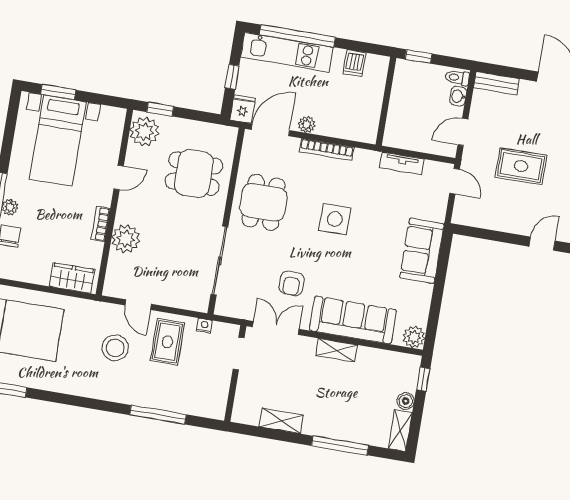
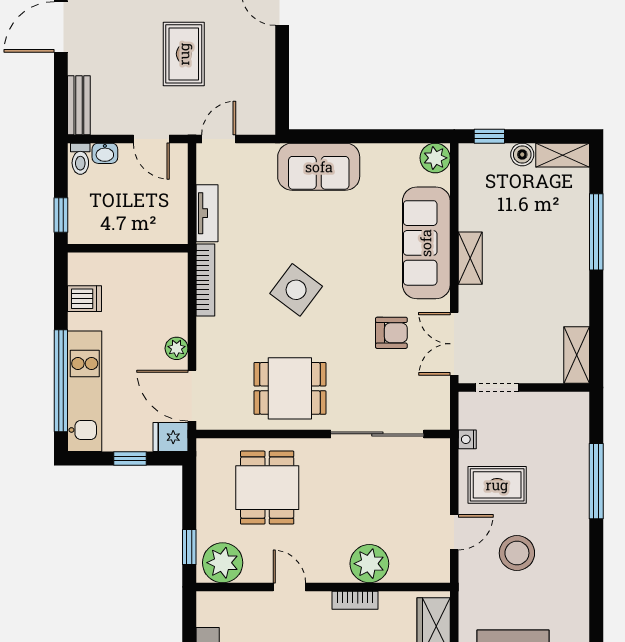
bookcase: (327, 149) -> (205, 280), moved
side table: (335, 219) -> (296, 290), turned 37
shelving: (281, 421) -> (577, 355), moved

